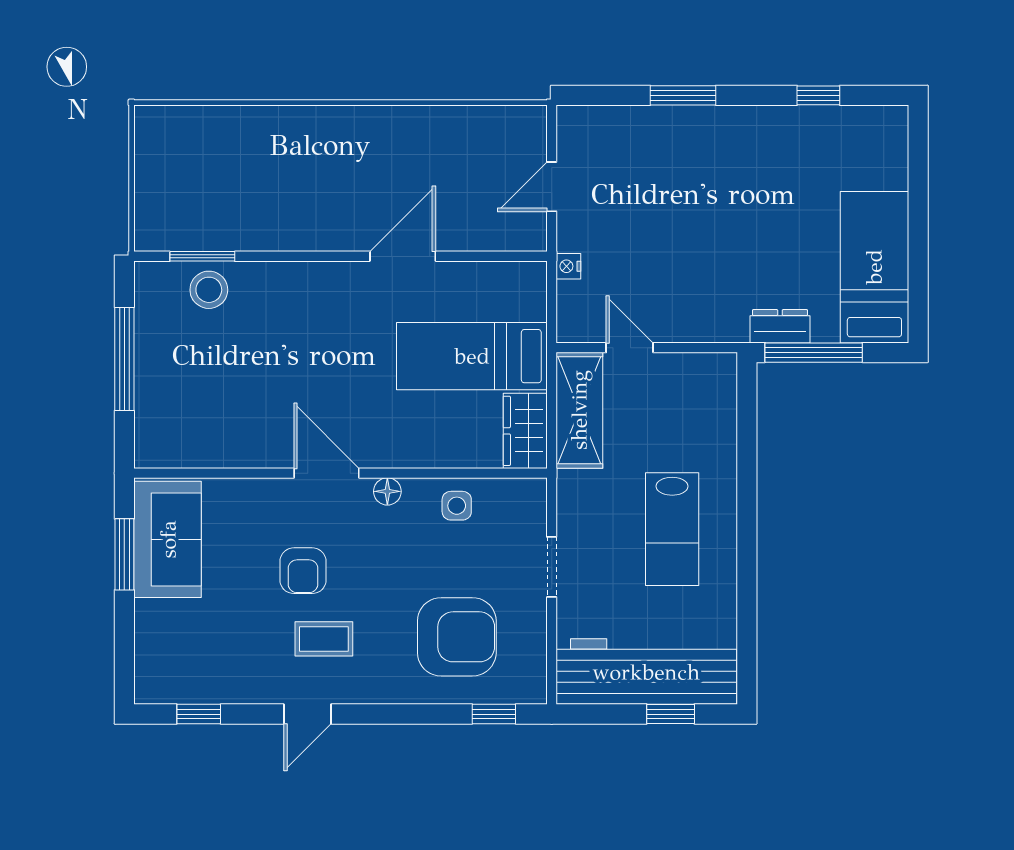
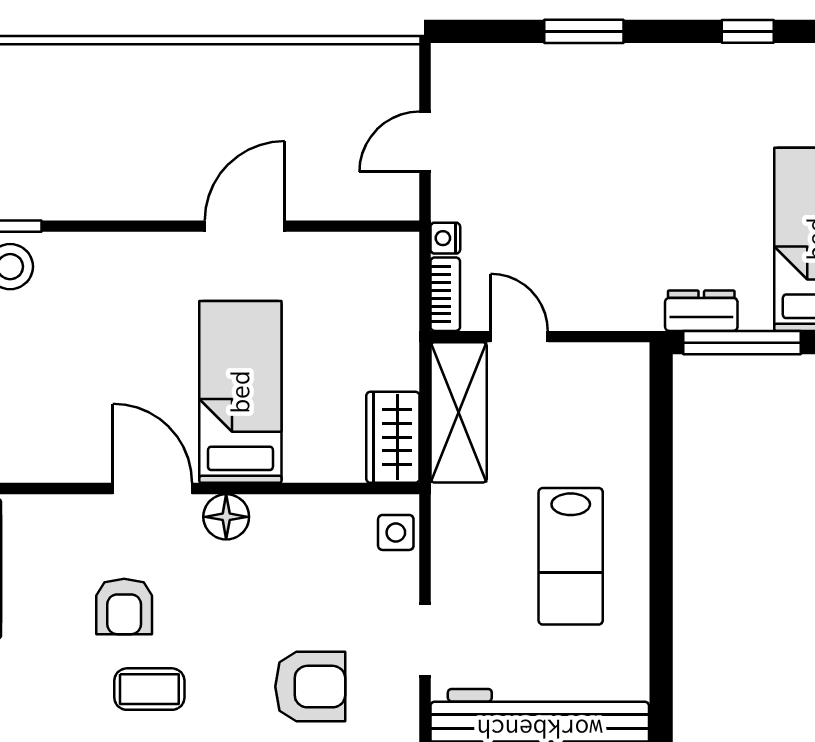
bookcase: (568, 313) -> (445, 294), added
bed: (472, 356) -> (240, 392), moved, turned 90
floor lamp: (387, 491) -> (226, 517), width x1.37, depth x1.37
side table: (457, 506) -> (396, 532), moved
doorway: (552, 567) -> (425, 640), moved
armchair: (457, 637) -> (310, 687), width x0.73, depth x0.73

